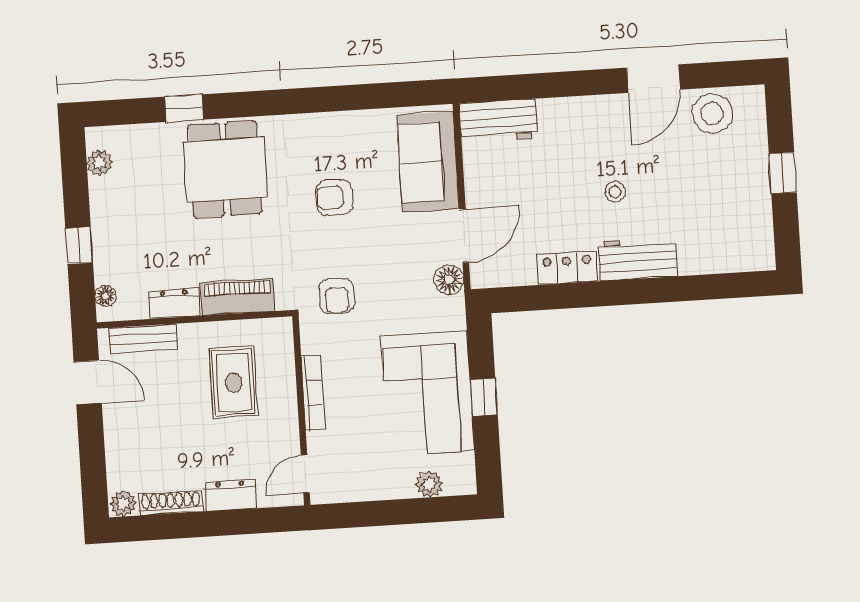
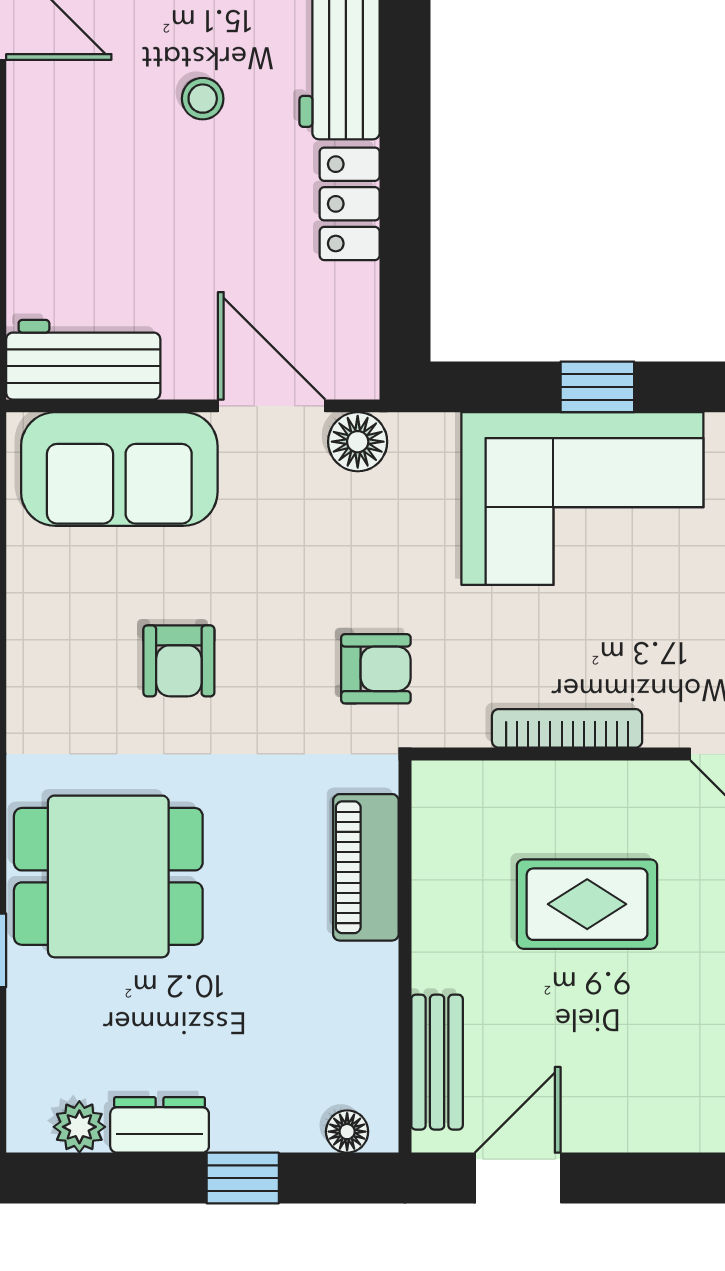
workbench: (499, 121) -> (83, 360), moved, turned -90
dresser: (174, 304) -> (160, 1125), moved, turned 90
rug: (234, 382) -> (587, 904), moved

